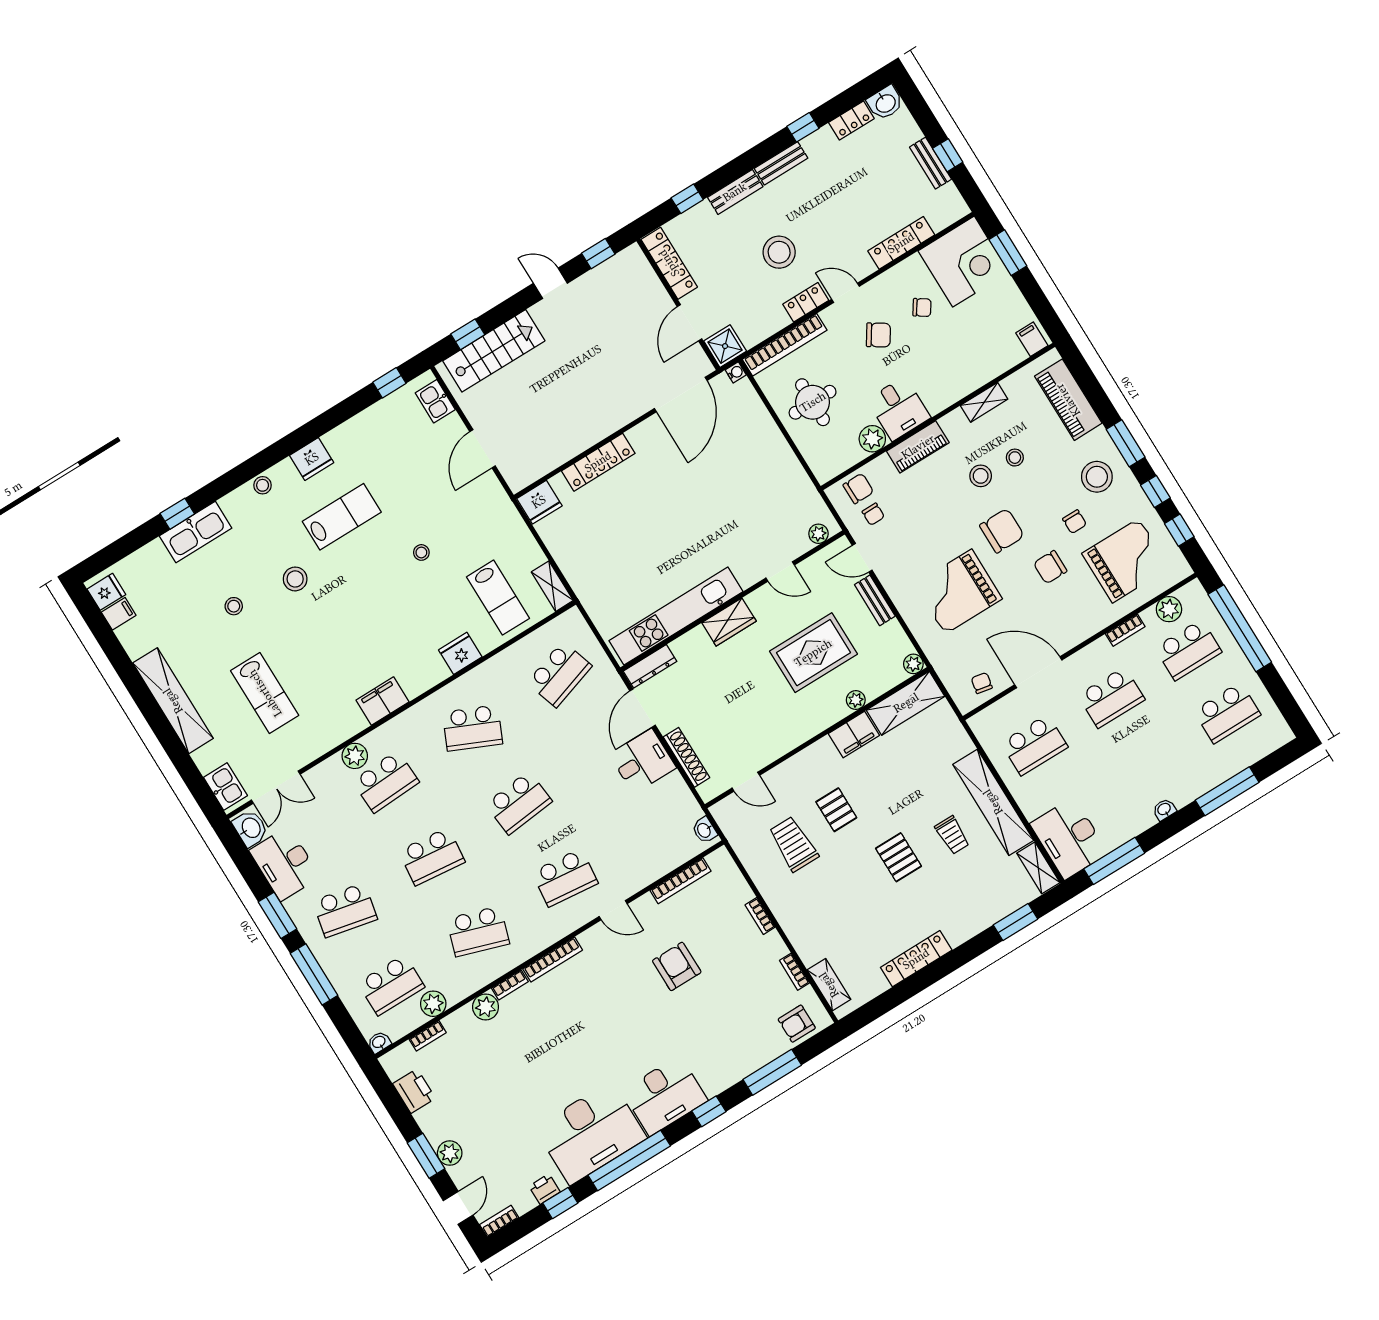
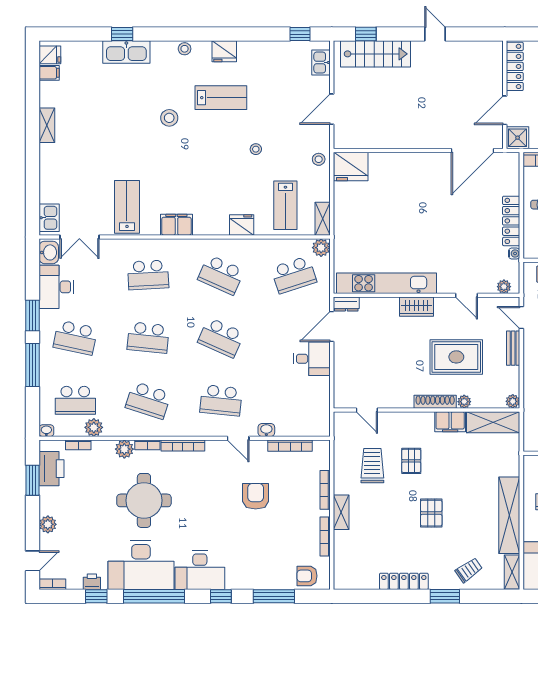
window: (598, 254) -> (475, 34), removed
water cooler: (736, 372) -> (514, 254), moved
locker: (598, 462) -> (511, 221), moved, turned 90
fridge: (539, 502) -> (351, 167), width x1.36, depth x1.34
stool: (234, 606) -> (319, 159), moved
dresser: (650, 666) -> (346, 304), width x0.70
lab bench: (265, 693) -> (127, 207), moved, turned 180
shelving: (173, 701) -> (47, 125), width x0.45, depth x0.75
plant: (355, 756) -> (321, 248), moved
shoe rack: (687, 757) -> (435, 402), moved, turned -90
school desk: (519, 803) -> (221, 338), turned 30
washbasin: (704, 830) -> (266, 430), moved, turned 90
trolley: (952, 835) -> (469, 570), moved, turned -125
bookcase: (760, 916) -> (325, 490), width x1.56
window: (1015, 922) -> (445, 596), moved
bookcase: (794, 972) -> (325, 537), width x1.56
shelving: (829, 985) -> (341, 512), moved
round table: (547, 1054) -> (144, 500), added
printer: (414, 1091) -> (51, 469), width x1.37, depth x1.19
window: (426, 1156) -> (32, 480), moved

